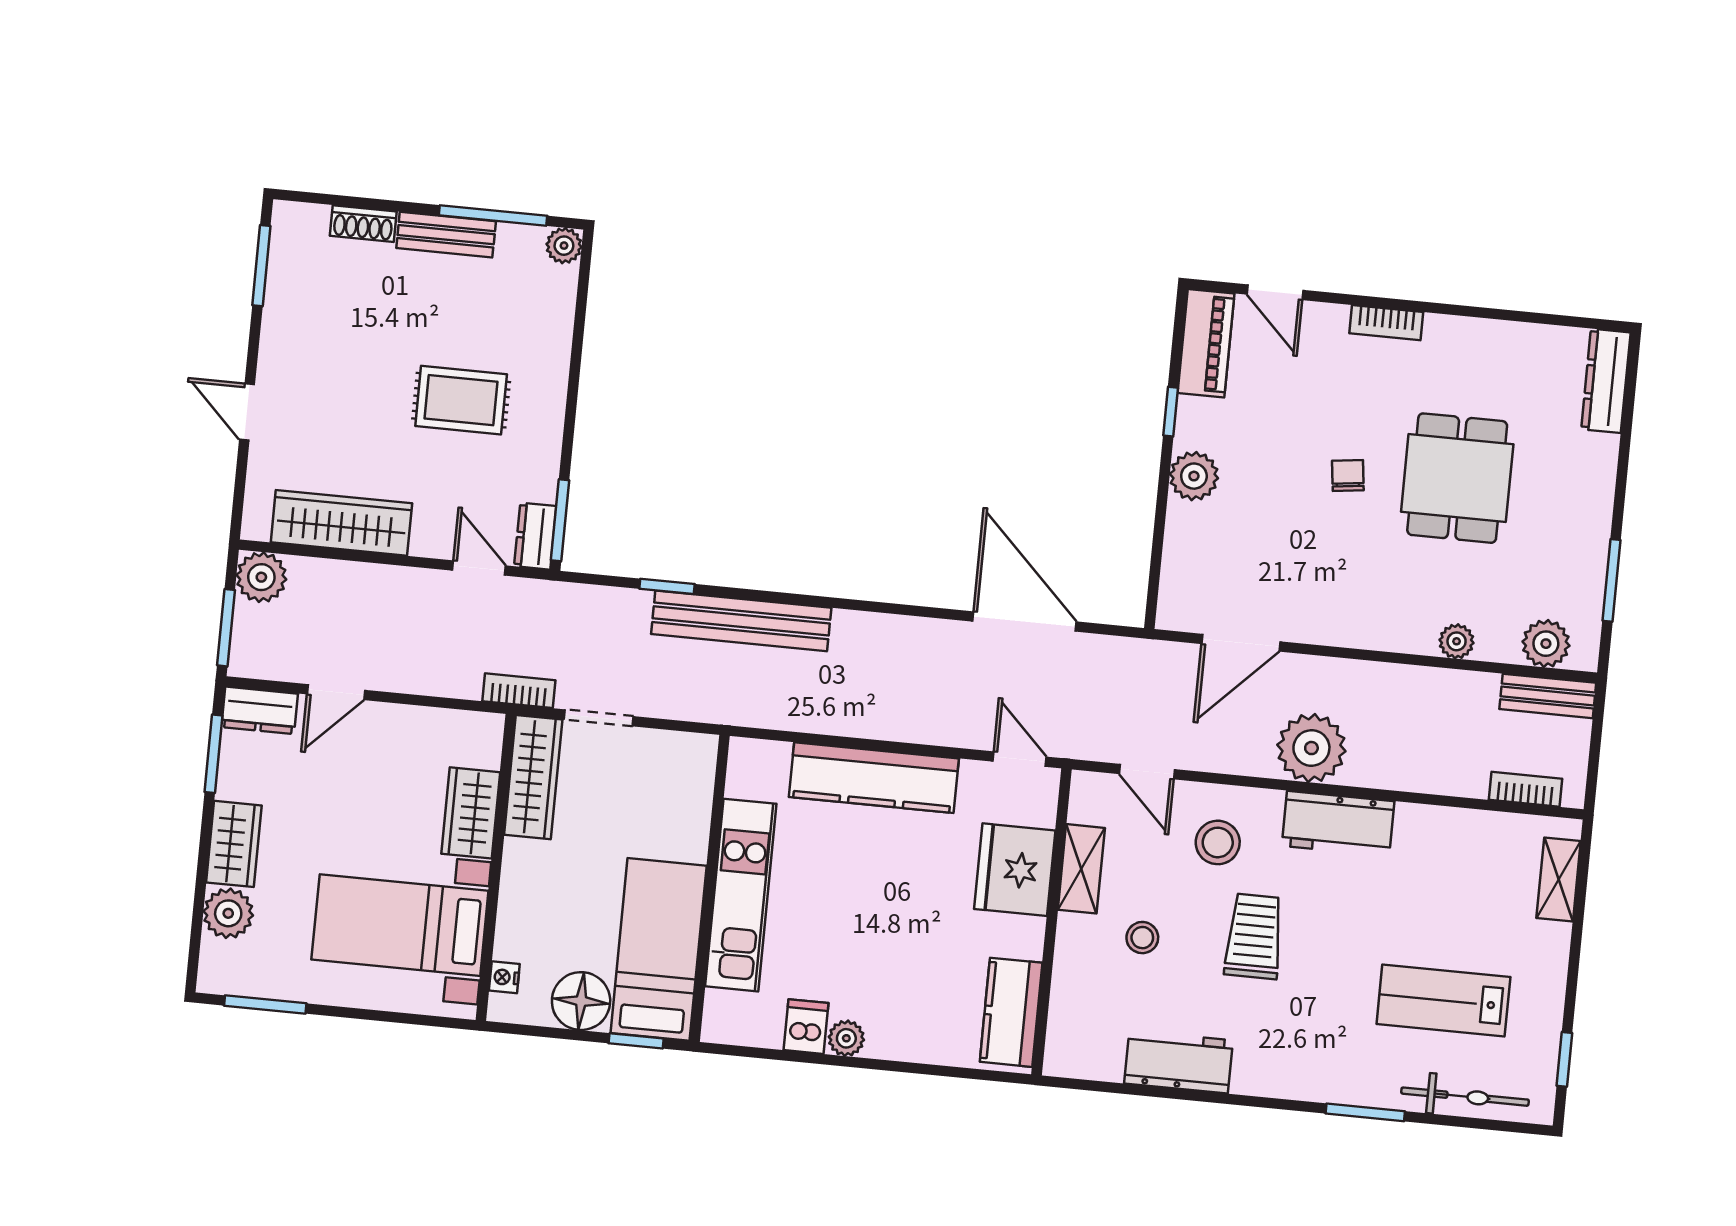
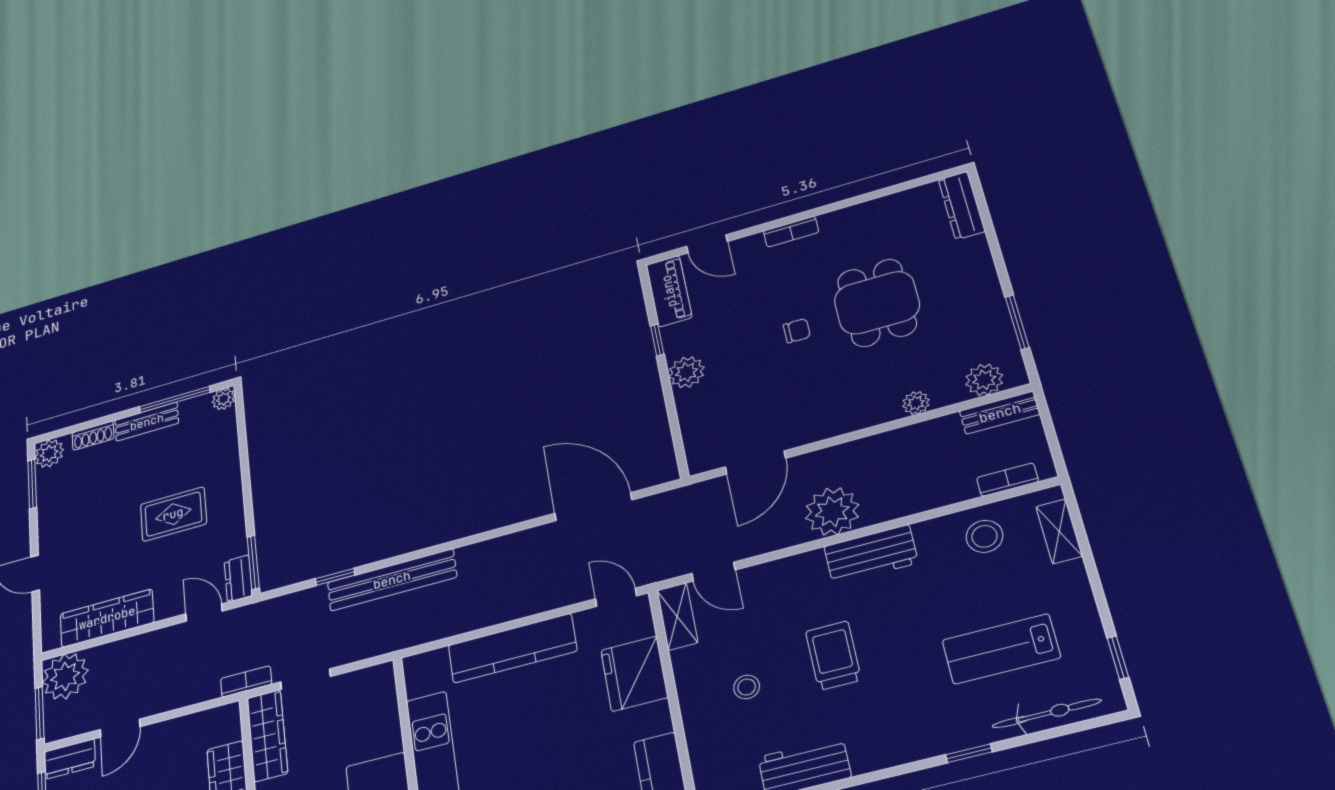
plant: (294, 226) -> (49, 453), added
chair: (1348, 475) -> (797, 331), turned 97
plant: (261, 577) -> (65, 676), width x1.36, depth x1.36
stool: (1218, 842) -> (984, 536), moved
shelving: (1081, 869) -> (677, 616), moved
window: (1365, 1112) -> (969, 753), width x0.67

